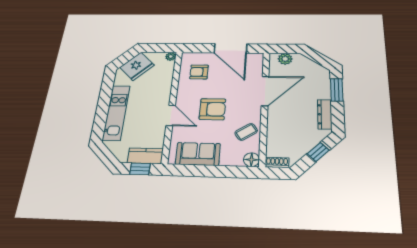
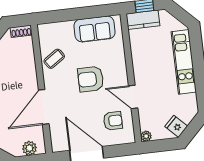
fridge: (137, 66) -> (176, 126), width x0.53, depth x0.75
door: (171, 115) -> (133, 97), moved
floor lamp: (251, 160) -> (45, 31), removed

